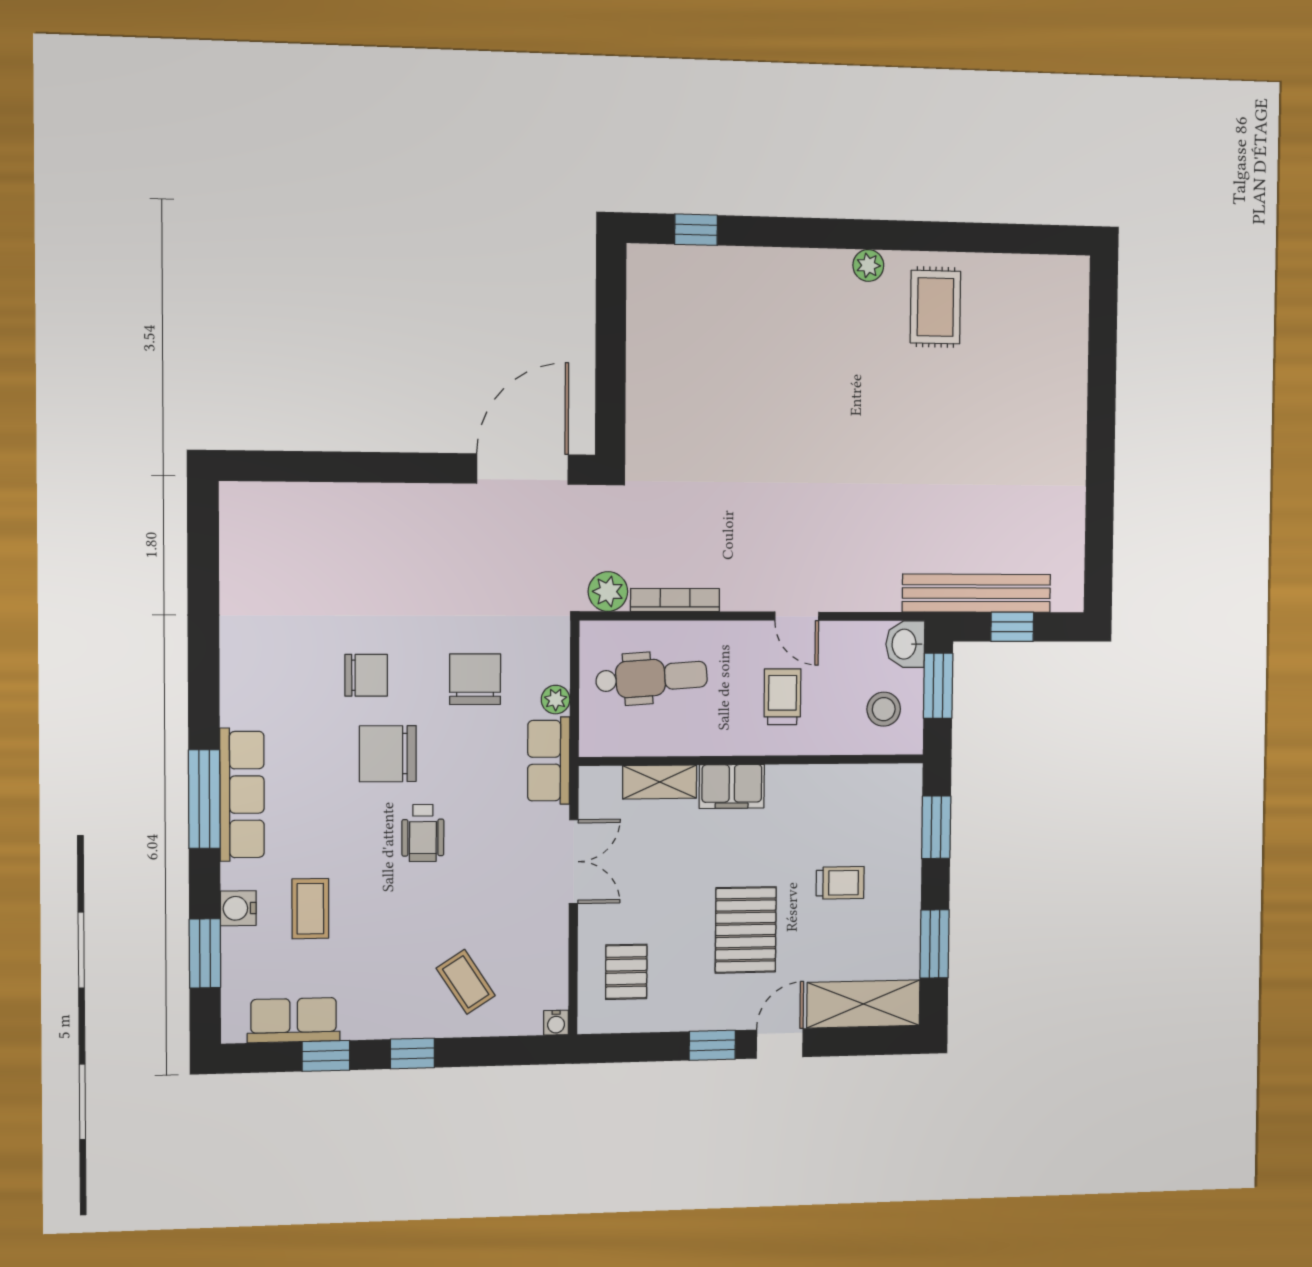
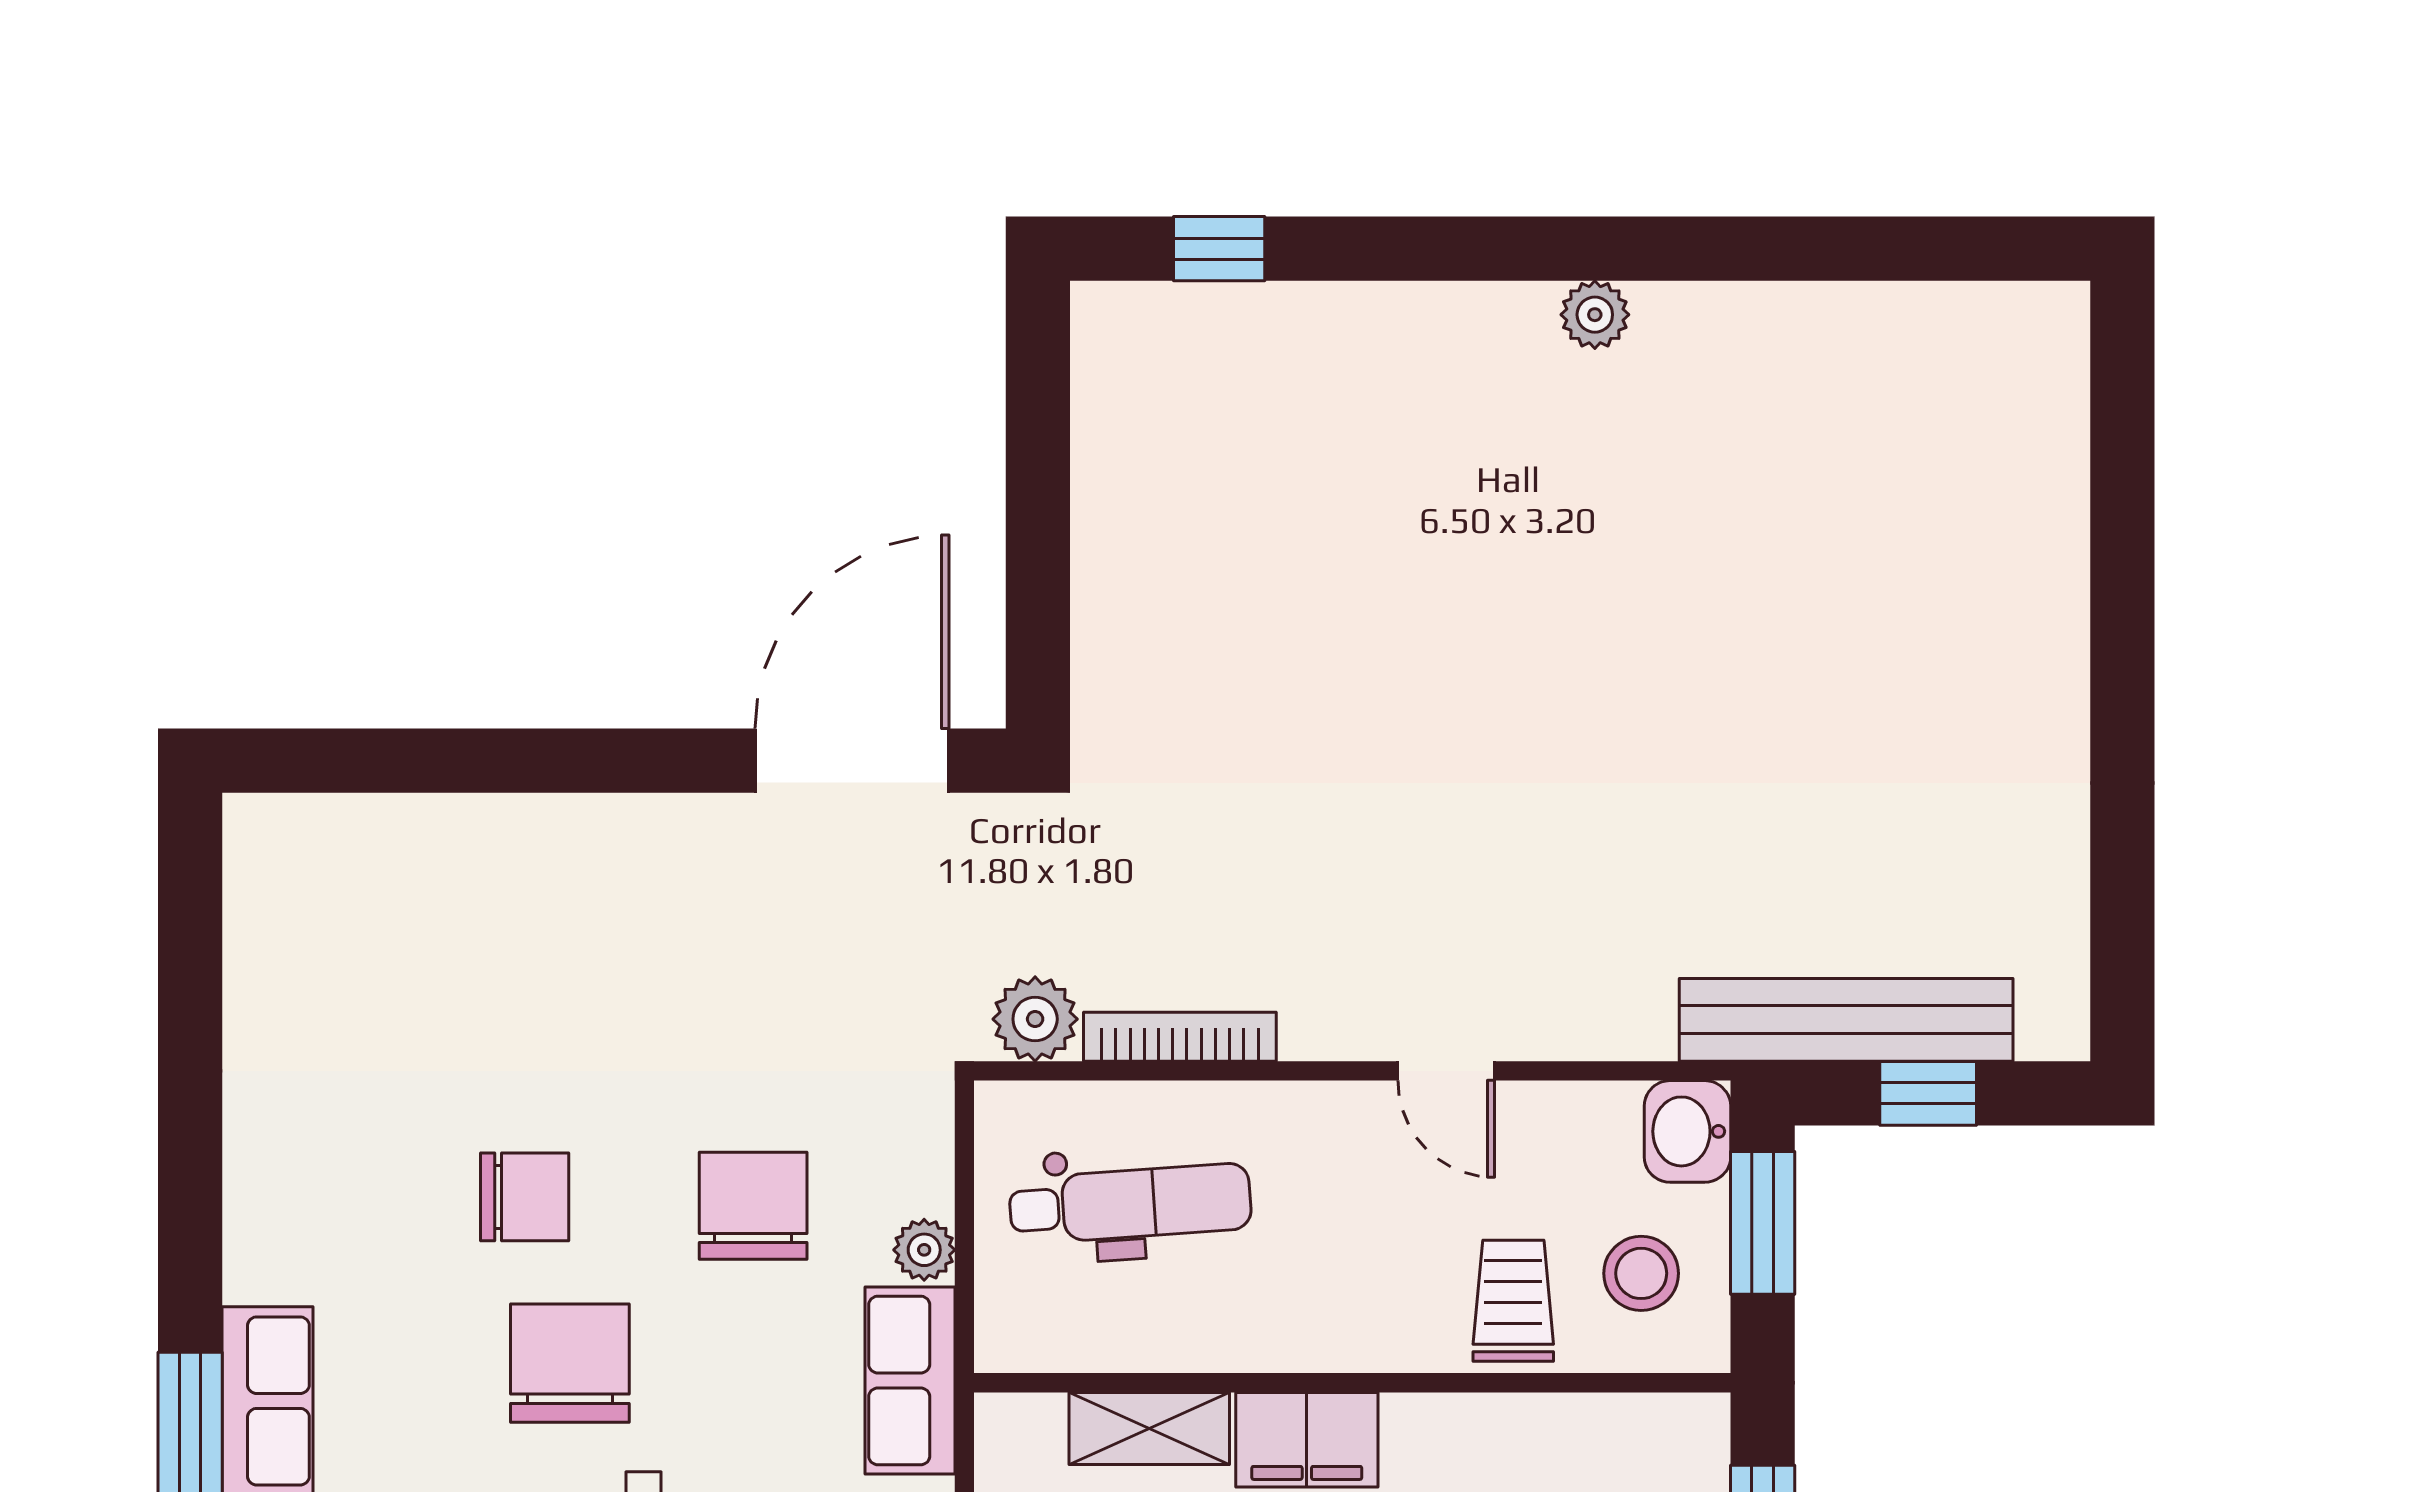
rug: (935, 307) -> (1745, 400), removed
trolley: (782, 697) -> (1513, 1301), moved
chair: (388, 754) -> (570, 1363), turned 90

